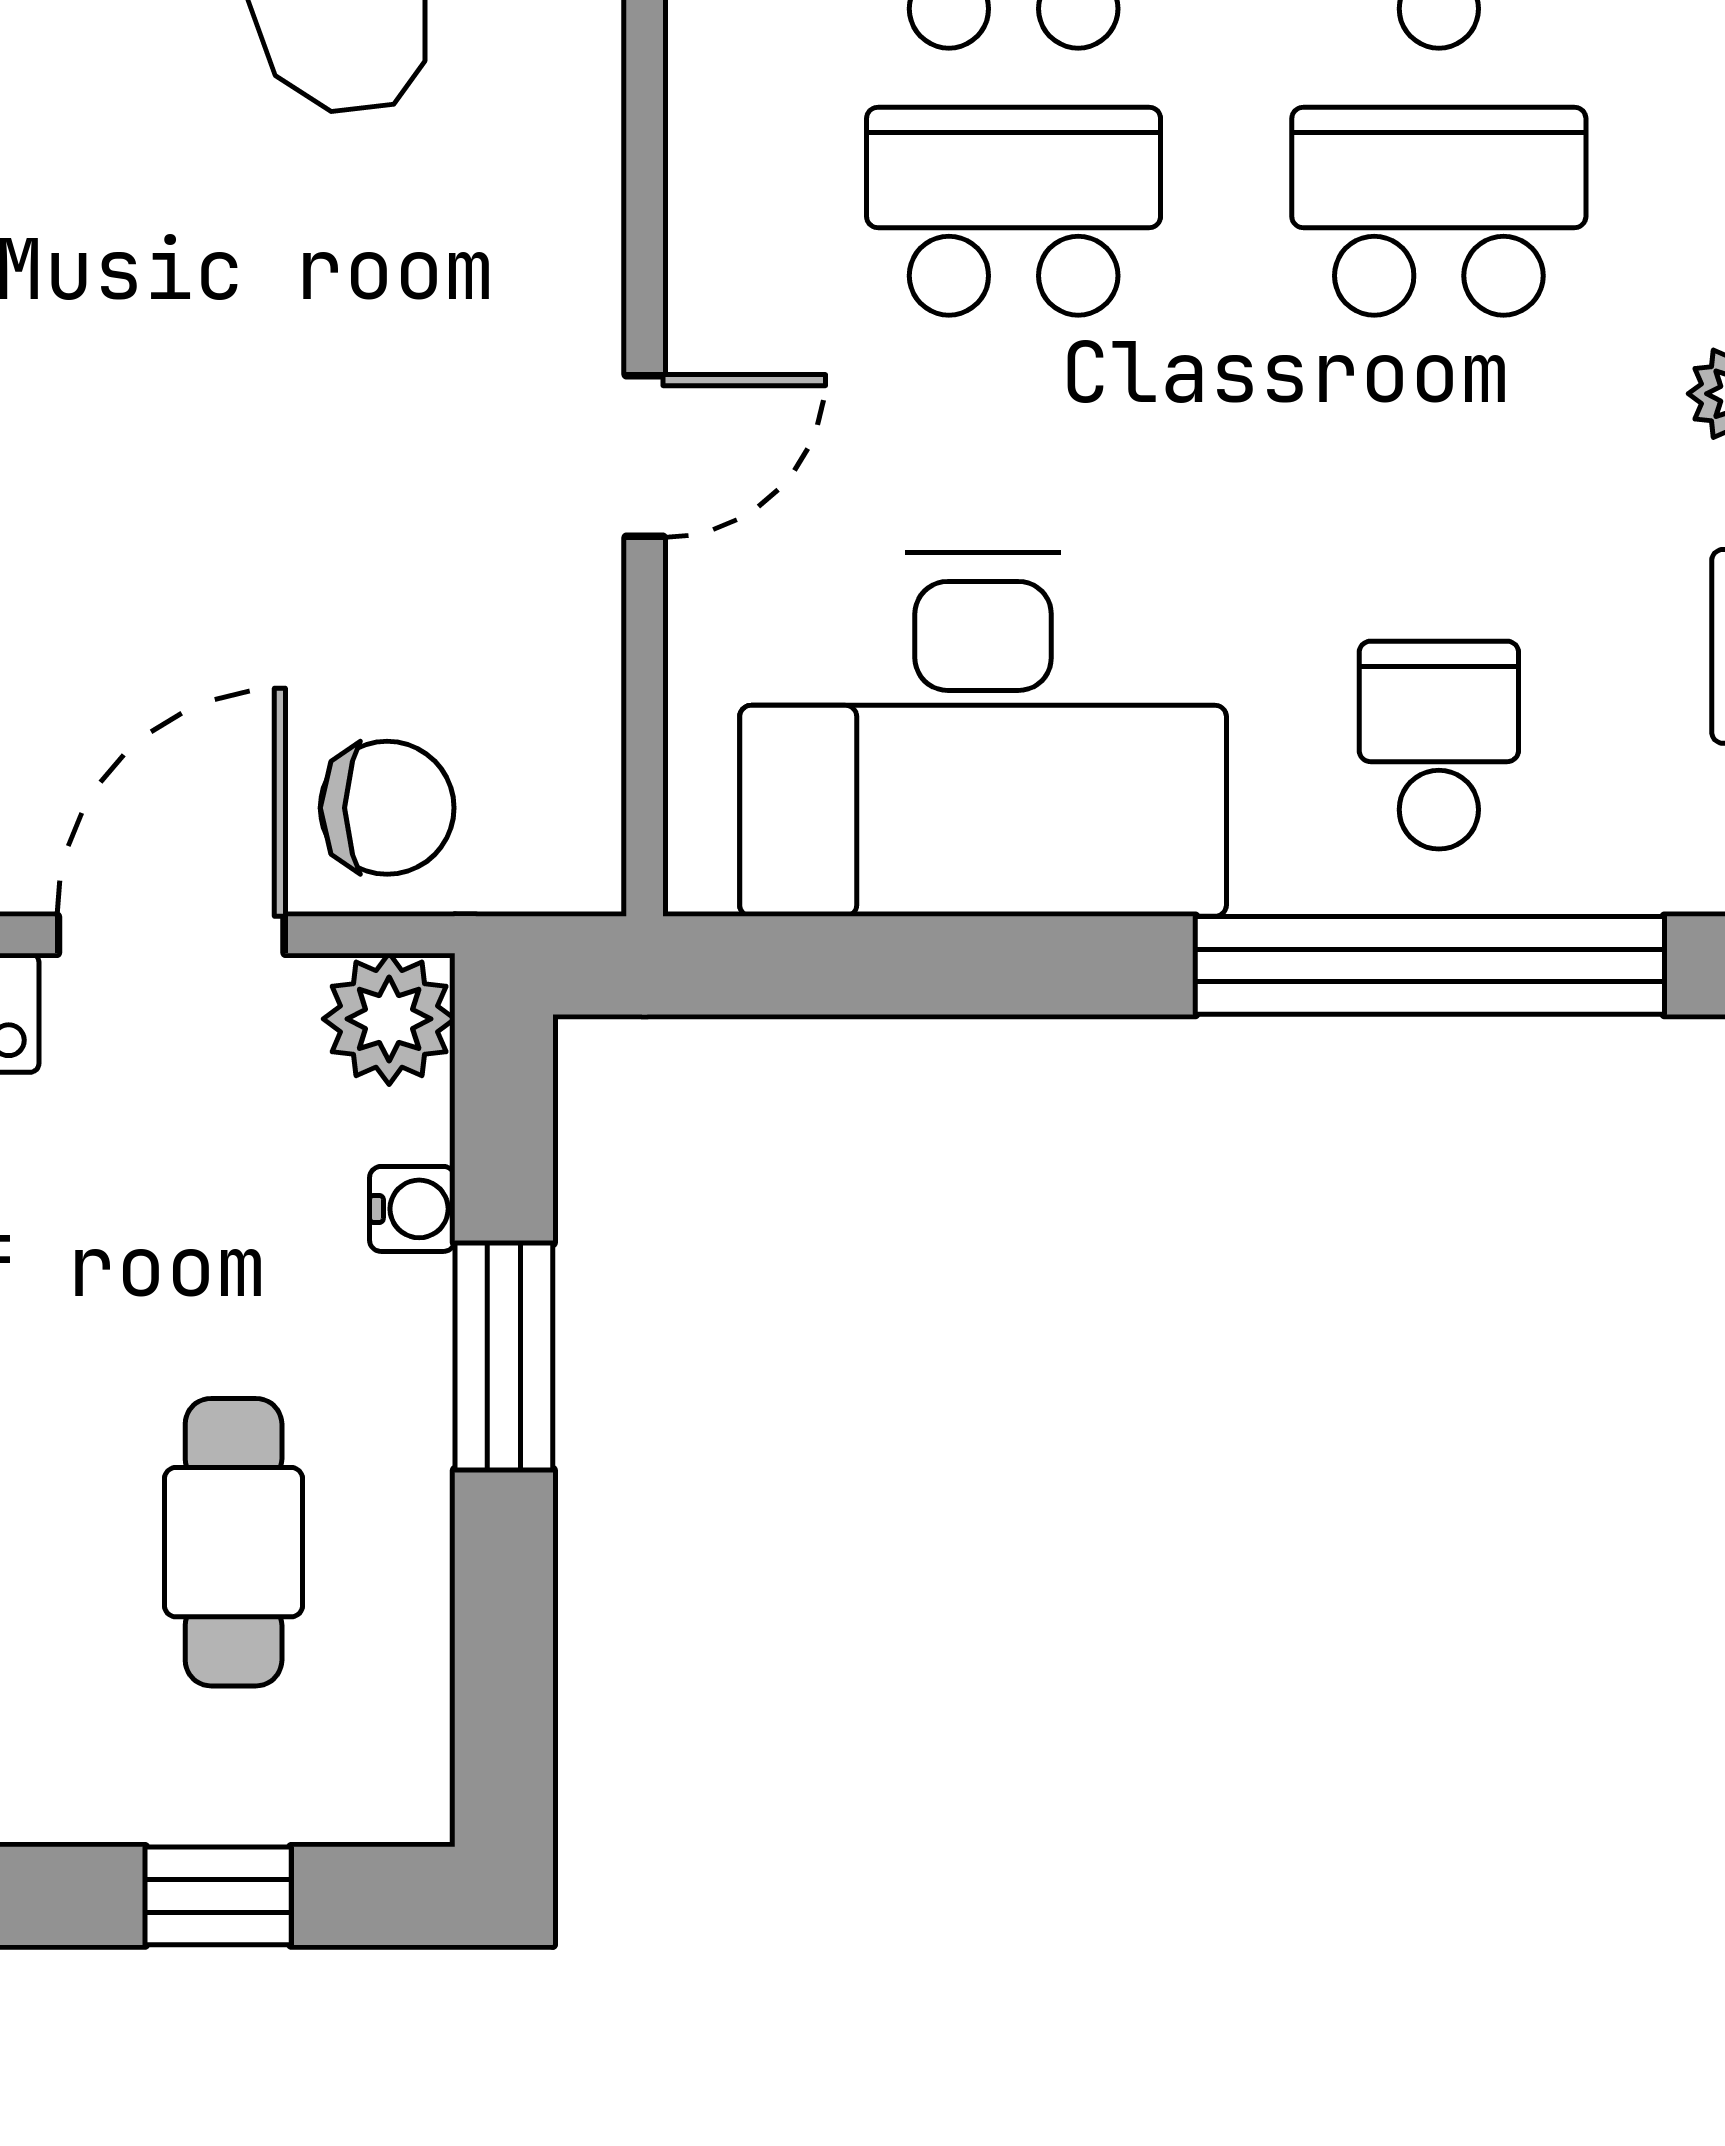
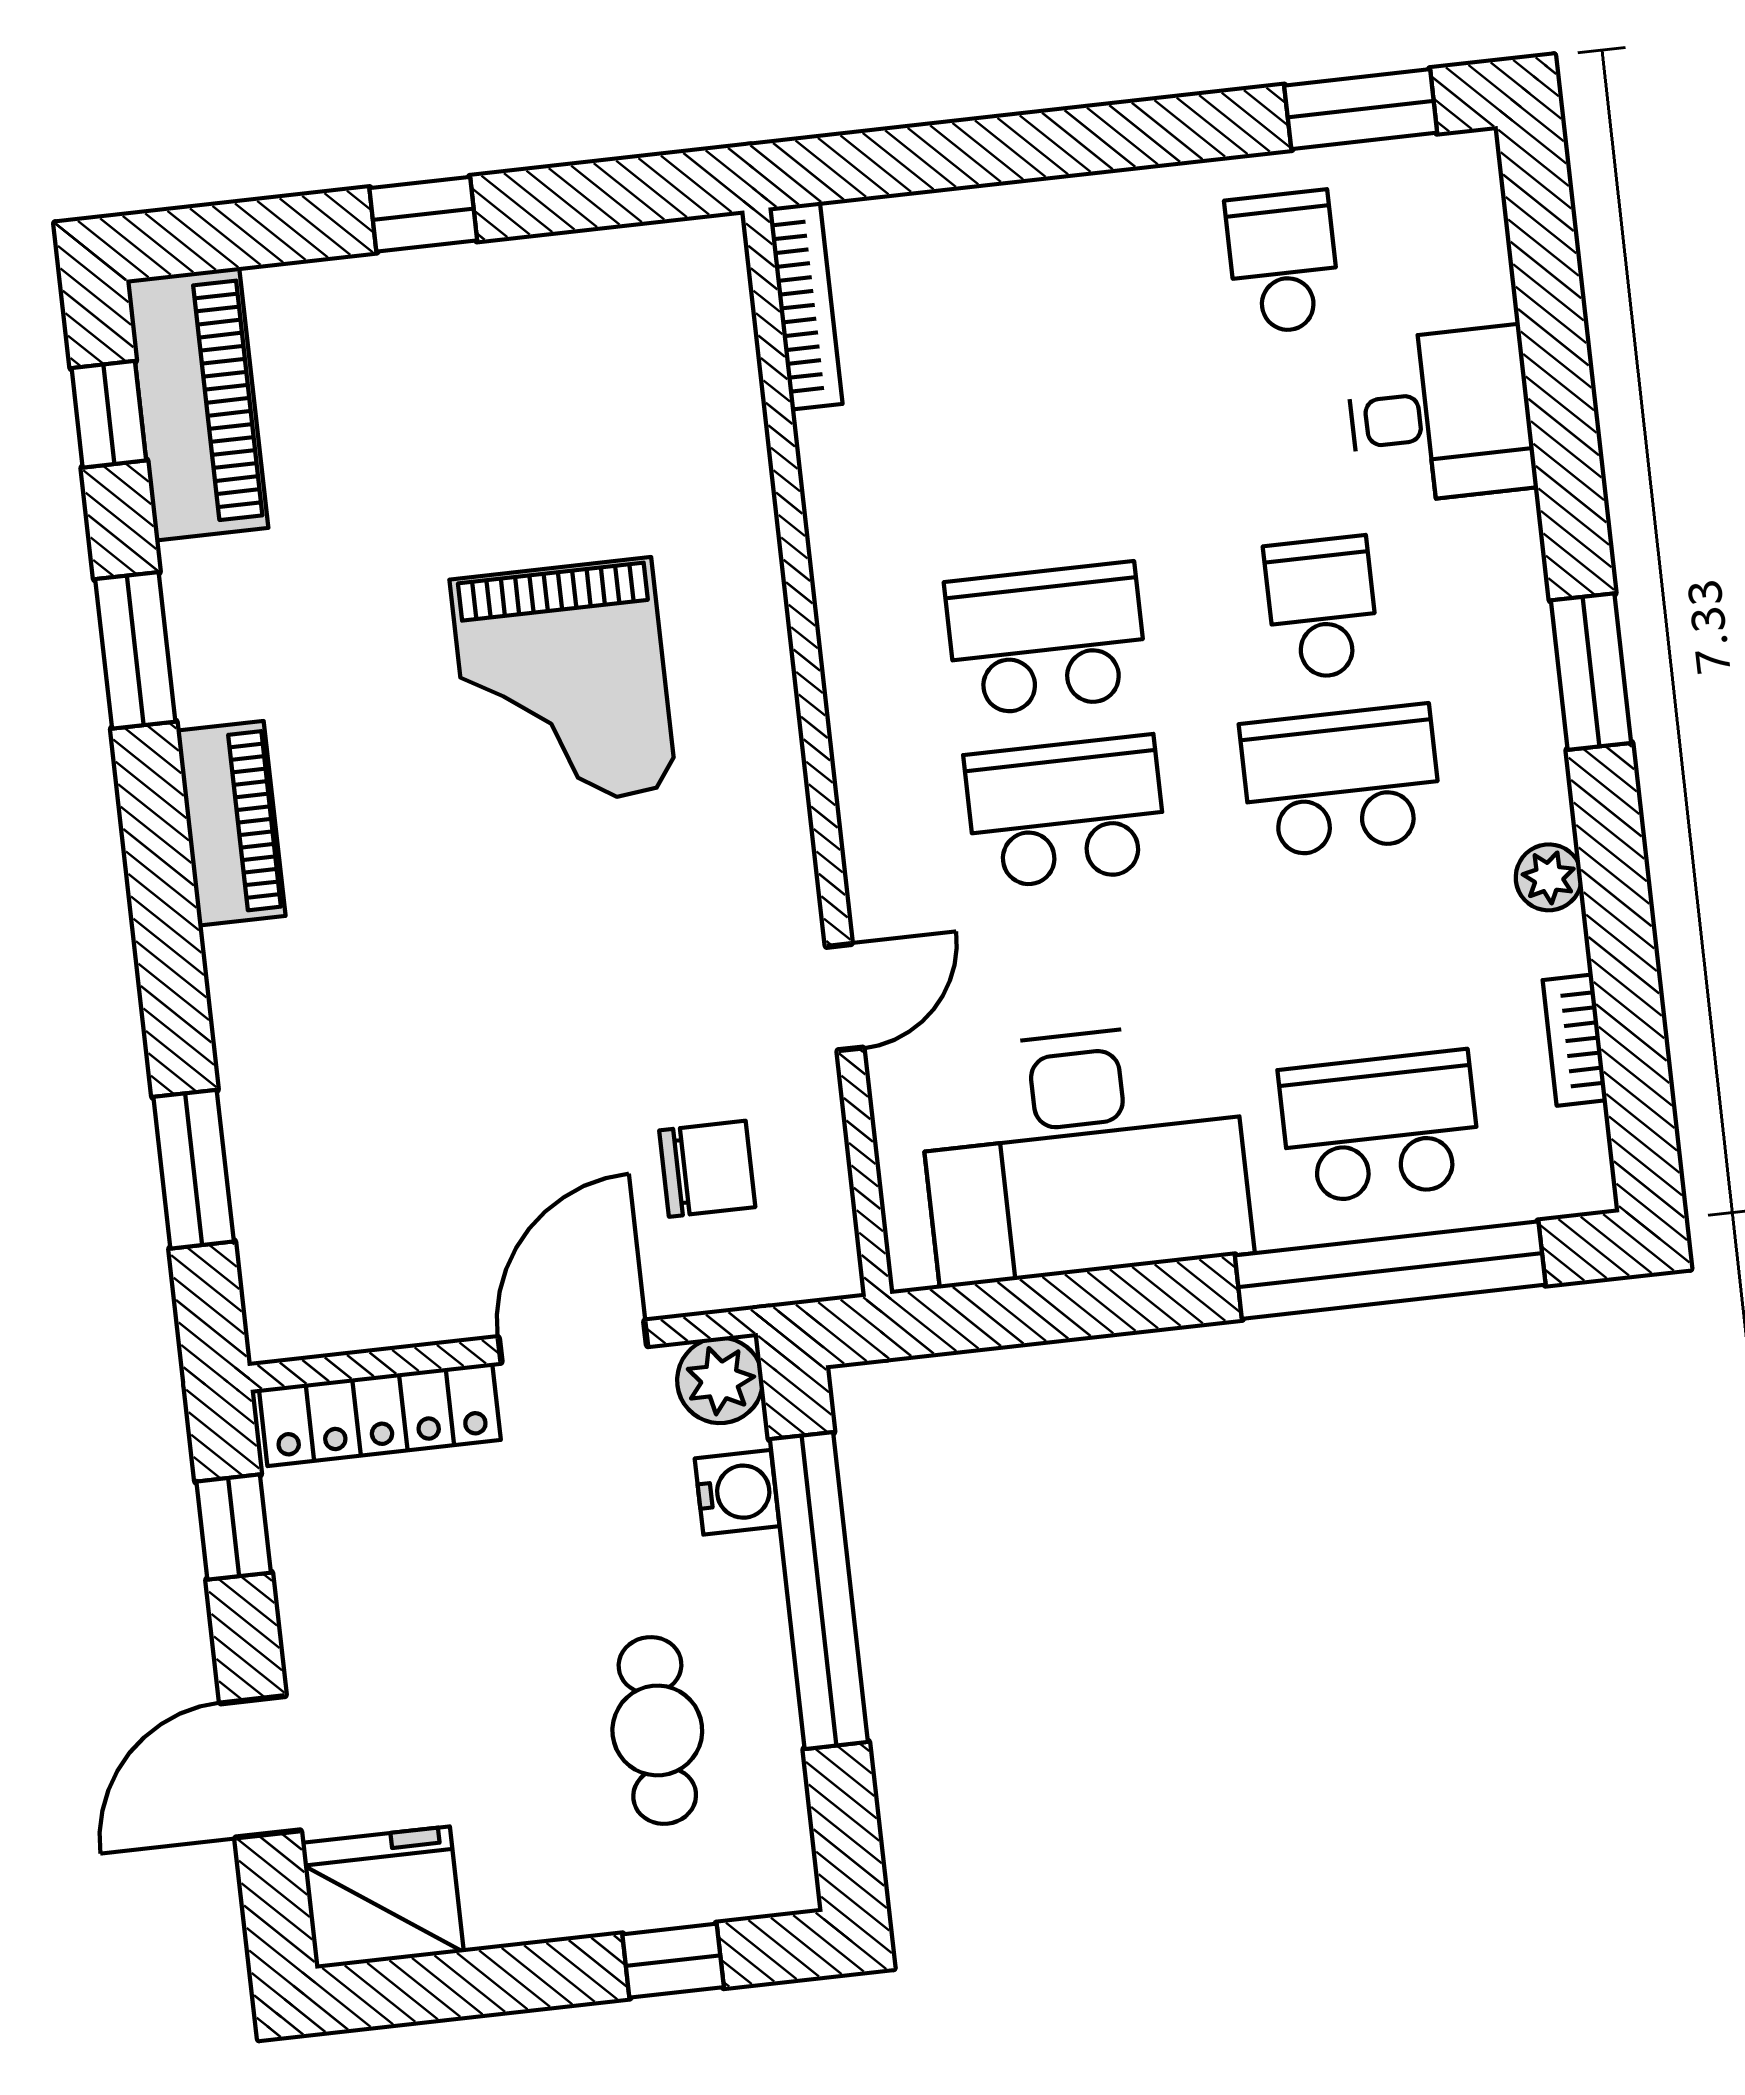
school desk: (1439, 745) -> (1380, 1127), width x1.85
chair: (387, 808) -> (707, 1169), moved
water cooler: (412, 1209) -> (737, 1492), width x1.38, depth x1.38
window: (504, 1356) -> (819, 1591), width x2.11

